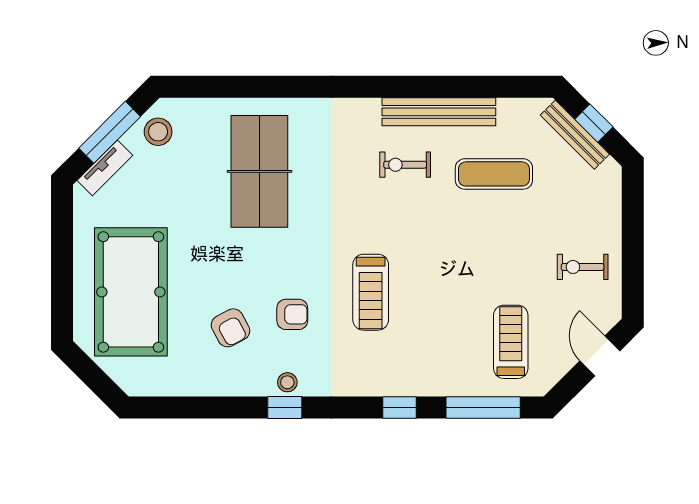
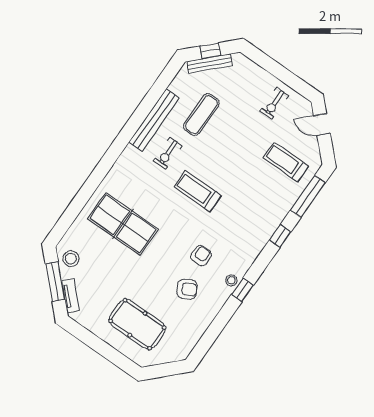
pool table: (131, 292) -> (137, 324), width x0.73, depth x0.76
treadmill: (371, 292) -> (198, 191), moved, turned 180

